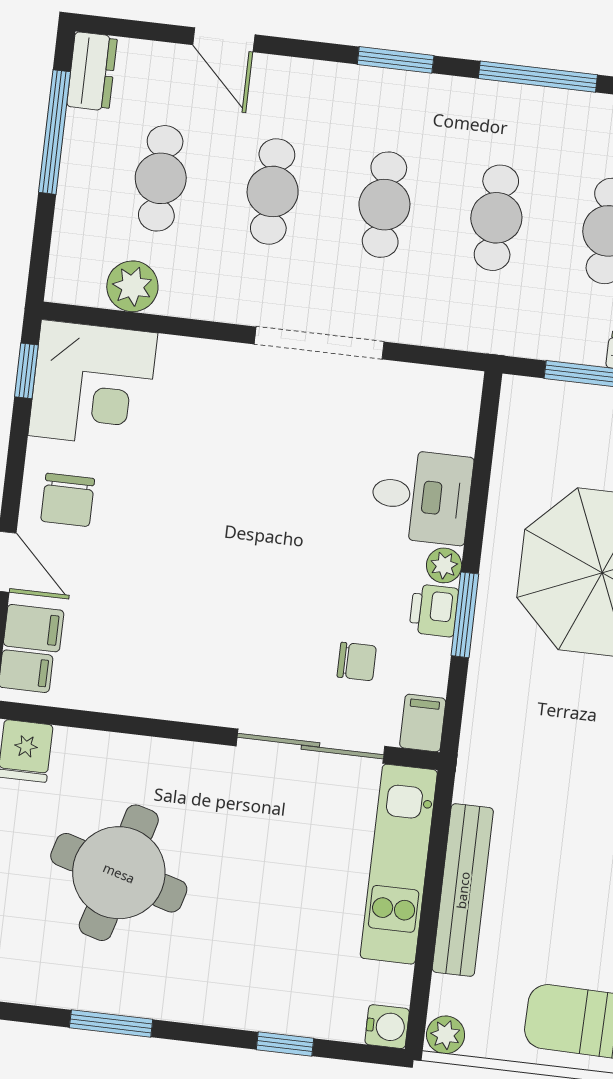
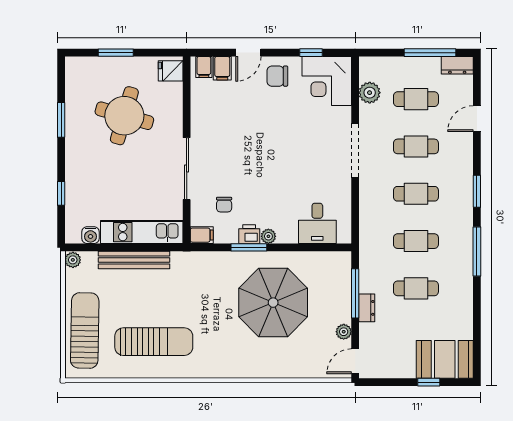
doorway: (319, 343) -> (355, 150), moved
window: (26, 371) -> (311, 53), moved
desk: (421, 496) -> (317, 223), moved
sliding door: (310, 746) -> (187, 169), moved
water cooler: (387, 1027) -> (91, 235), moved

